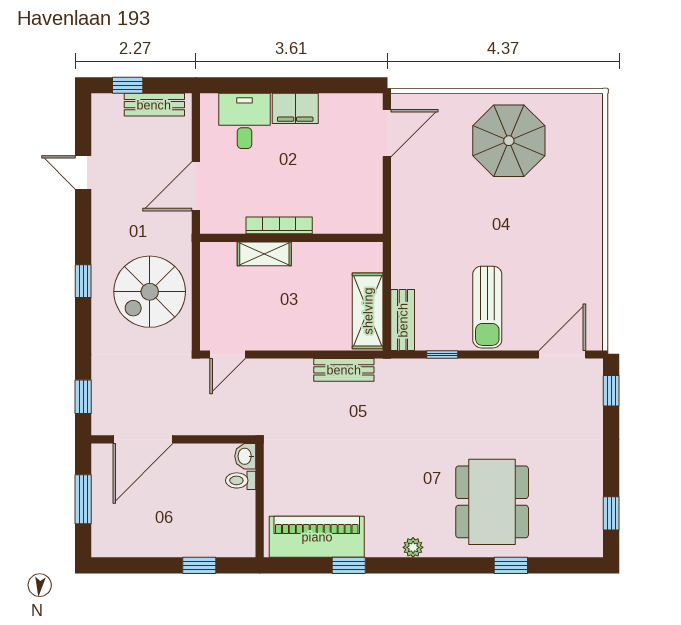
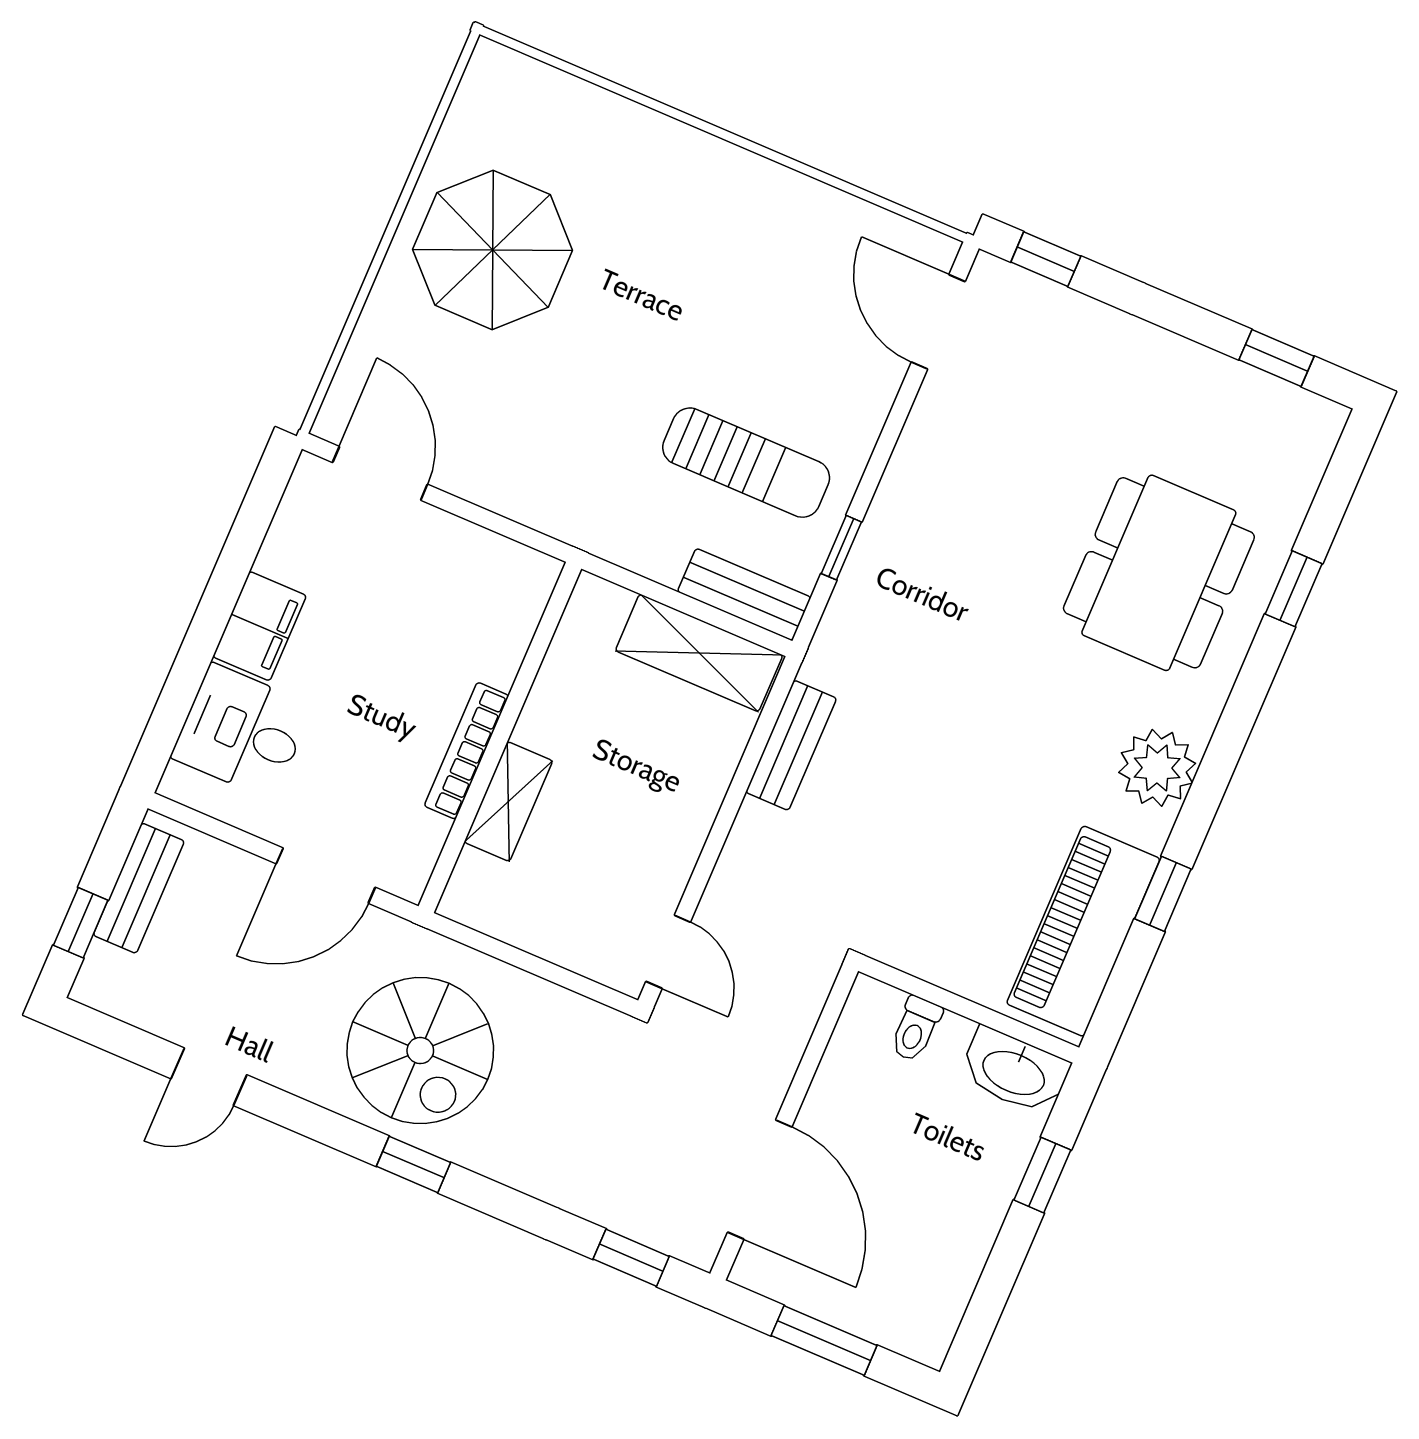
door: (196, 186) -> (326, 876), hinge flipped
spiral stairs: (150, 292) -> (420, 1051), moved
sun lounger: (487, 307) -> (746, 463), moved
washbasin: (245, 456) -> (1014, 1071), moved, width x1.91, depth x1.45
dining table: (492, 502) -> (1159, 573), turned 90
plant: (413, 547) -> (1157, 768), width x1.87, depth x1.87

